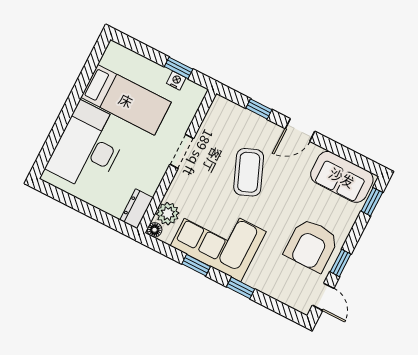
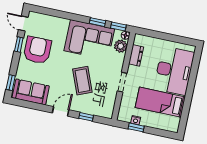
dresser: (136, 209) -> (136, 55), moved
window: (241, 288) -> (118, 27), moved

